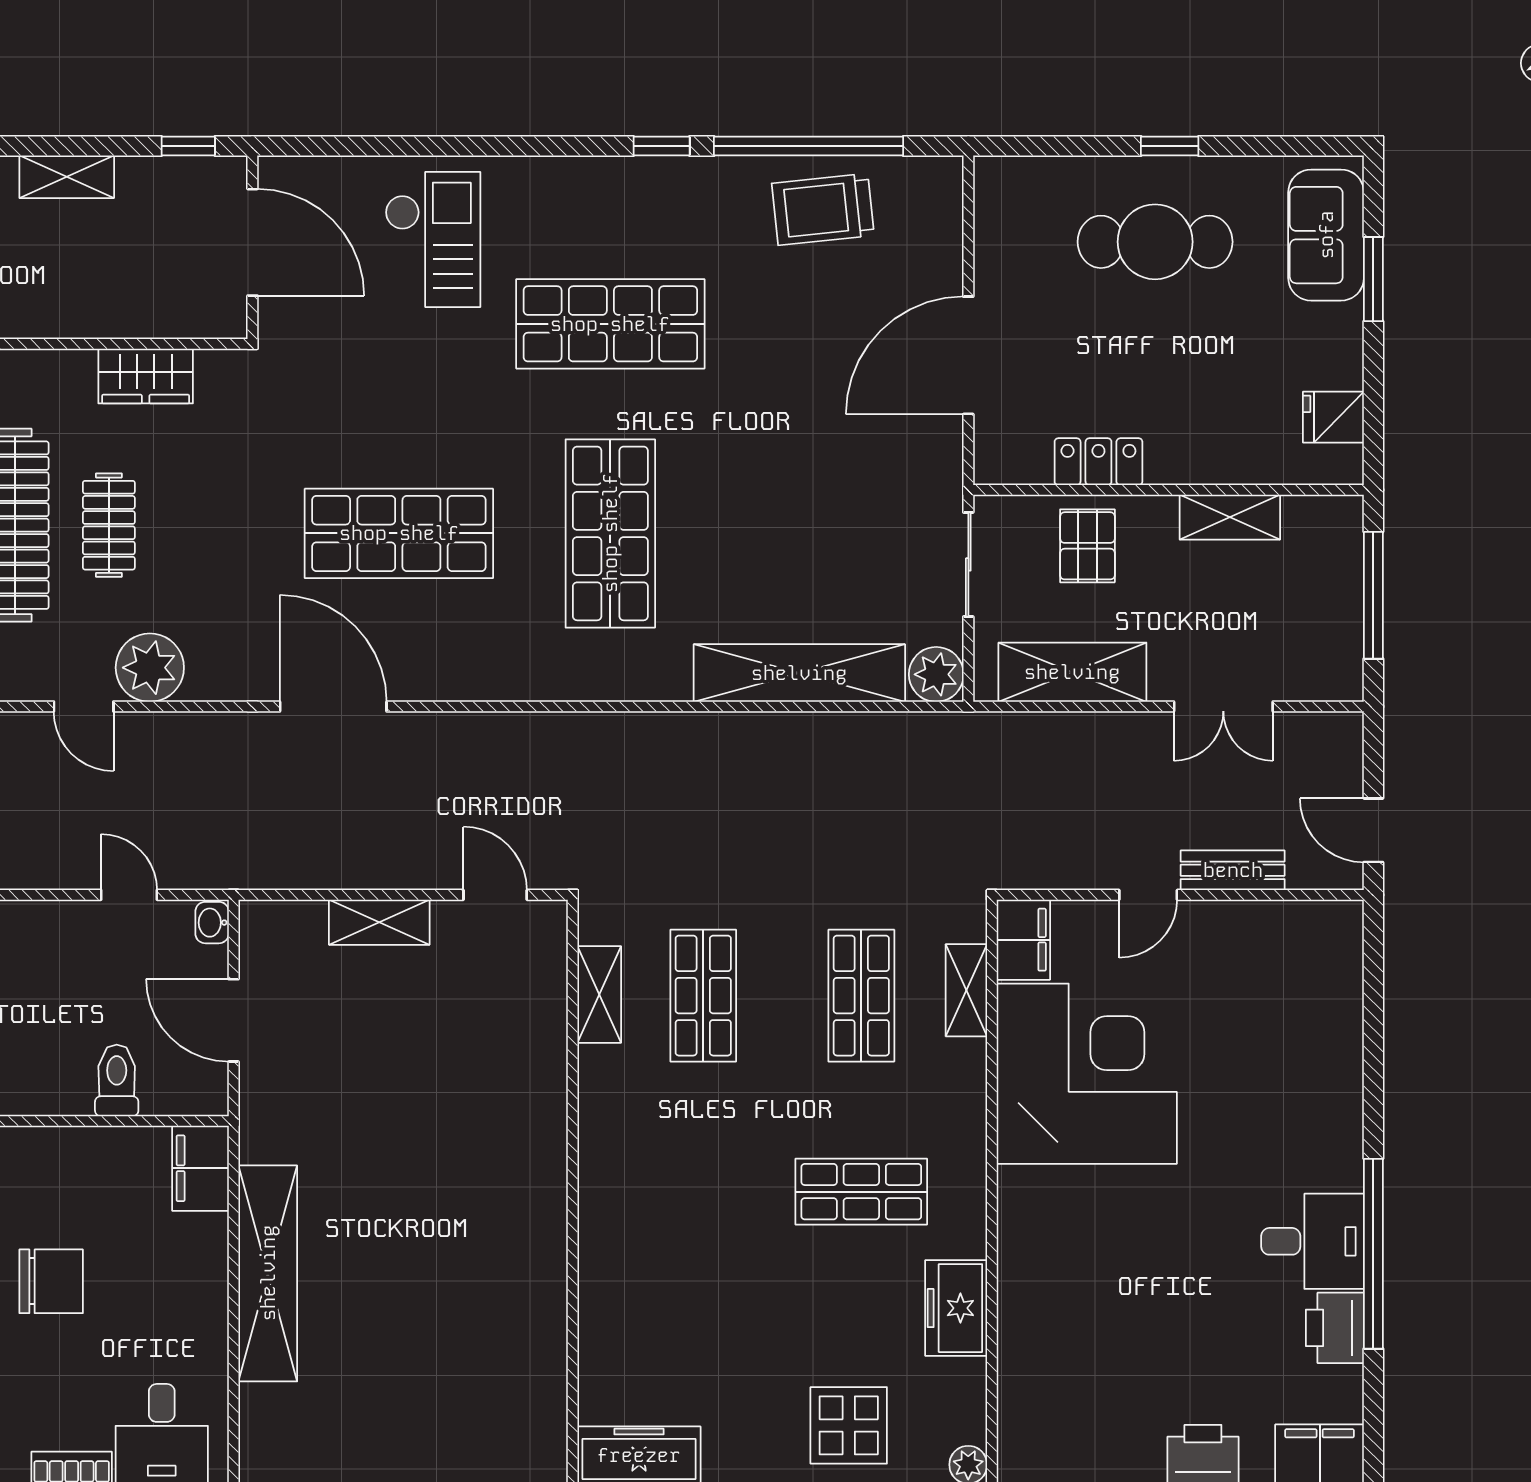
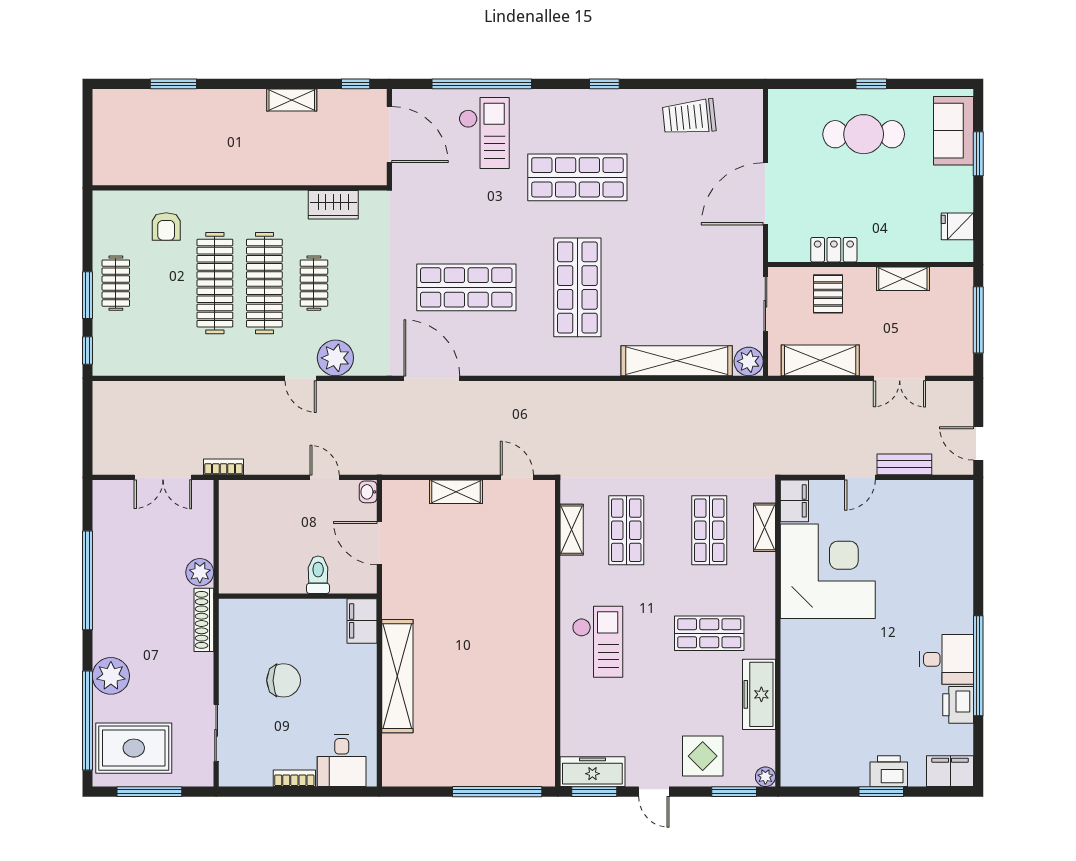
window: (809, 146) -> (482, 84), moved
checkout: (649, 1208) -> (598, 642), added
freezer: (956, 1308) -> (759, 694), width x1.40

